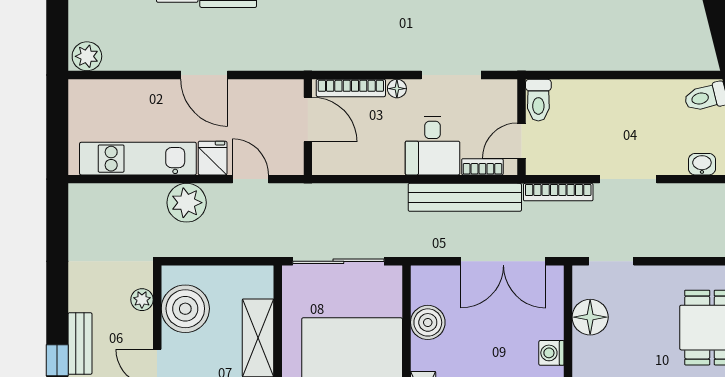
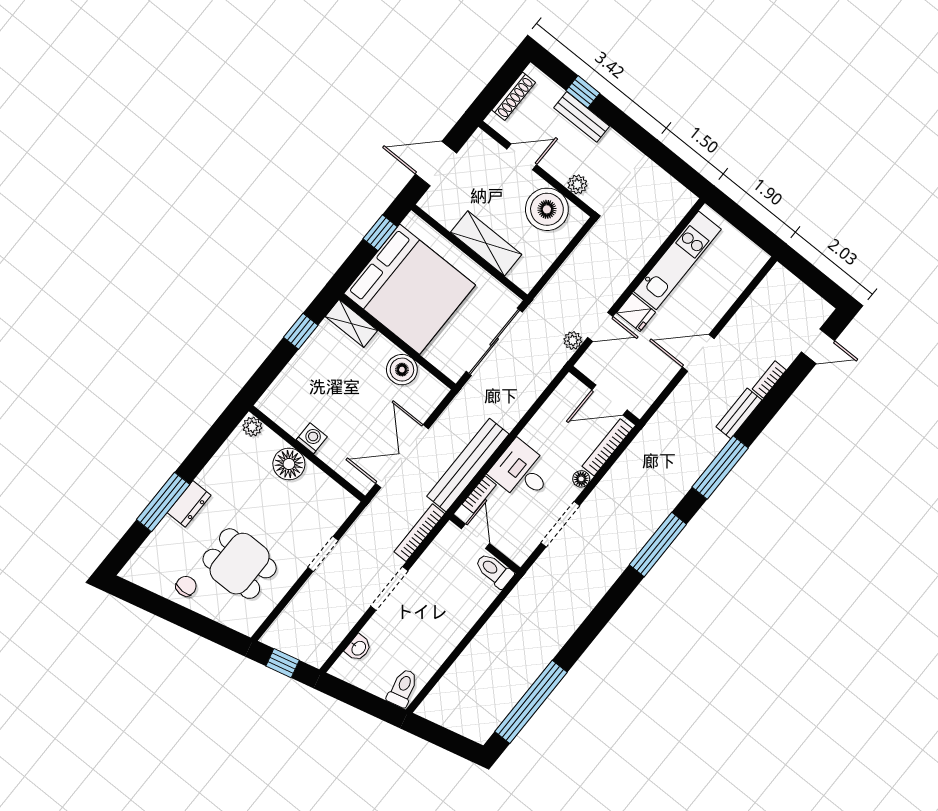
plant: (87, 56) -> (777, 282), removed
plant: (187, 203) -> (573, 340), moved, width x0.53, depth x0.53
doorway: (611, 261) -> (323, 554), moved
floor lamp: (590, 317) -> (289, 464), moved

